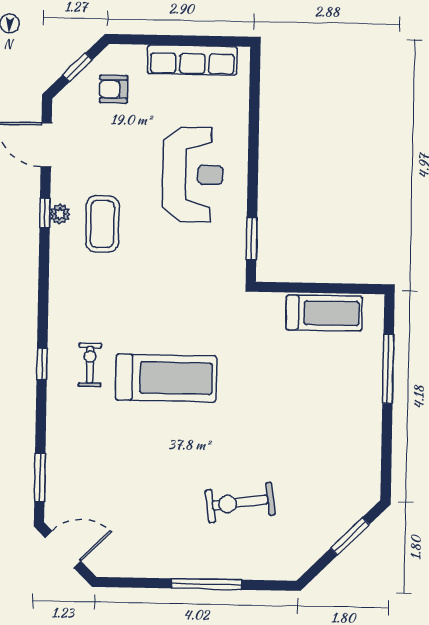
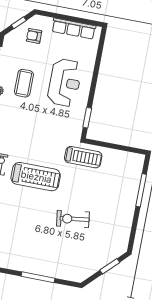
coffee table: (102, 224) -> (24, 83), moved
treadmill: (324, 313) -> (83, 157), moved
exercise bike: (240, 503) -> (73, 219), moved

